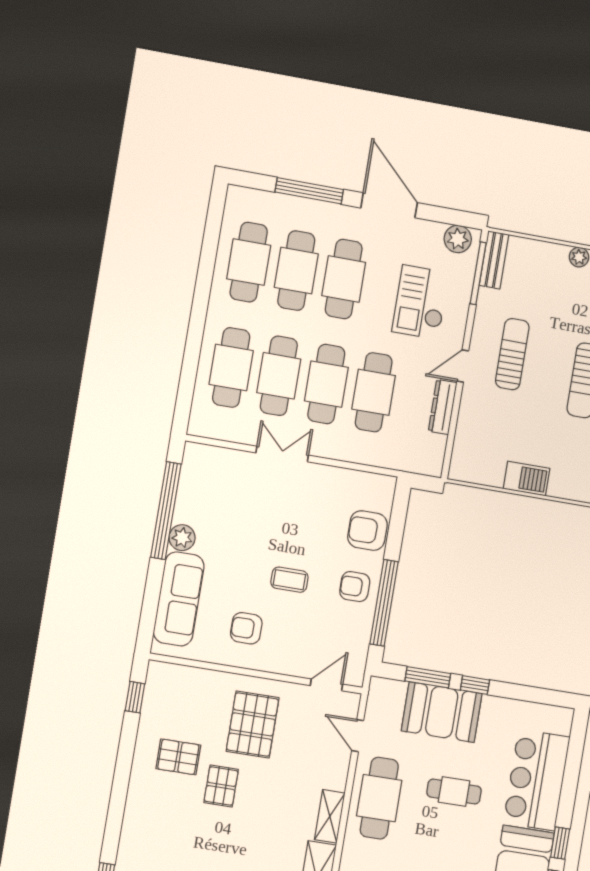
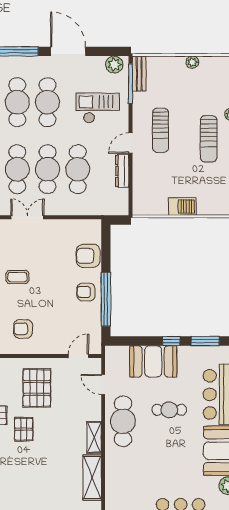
checkout: (421, 302) -> (98, 108), turned 90
sun lounger: (512, 354) -> (160, 130), turned 180
coffee table: (289, 580) -> (17, 277), moved
window: (428, 677) -> (205, 341), moved

